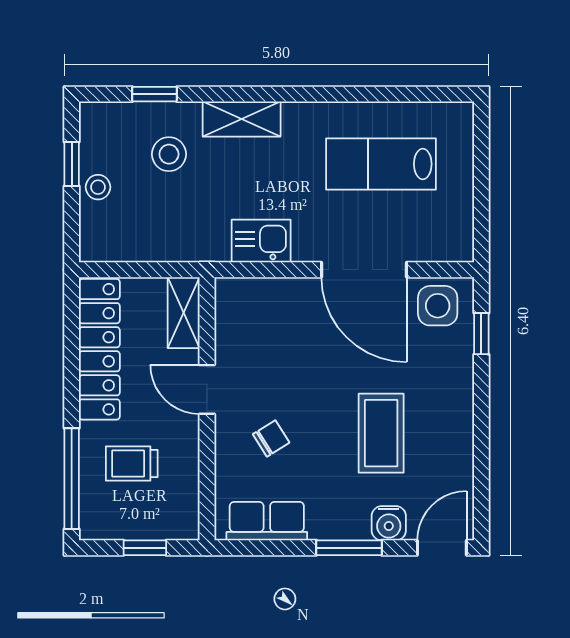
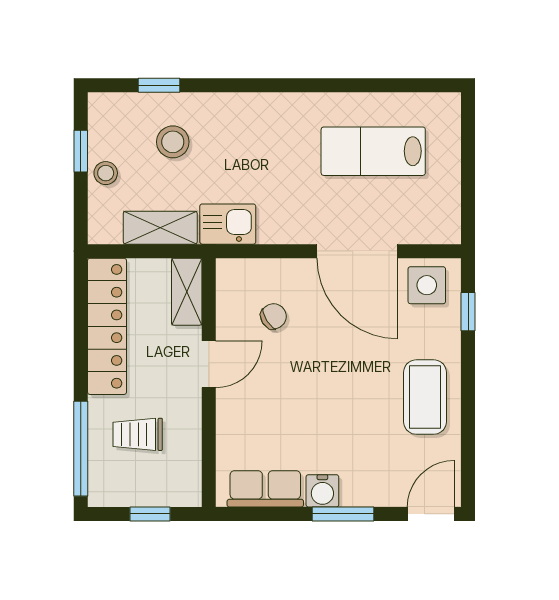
shelving: (242, 119) -> (160, 228), moved
kitchen sink: (261, 241) -> (228, 224), moved
door: (207, 389) -> (209, 364), swing flipped
coffee table: (381, 433) -> (425, 397), moved
chair: (271, 438) -> (273, 316), moved
water cooler: (389, 523) -> (322, 491), moved

